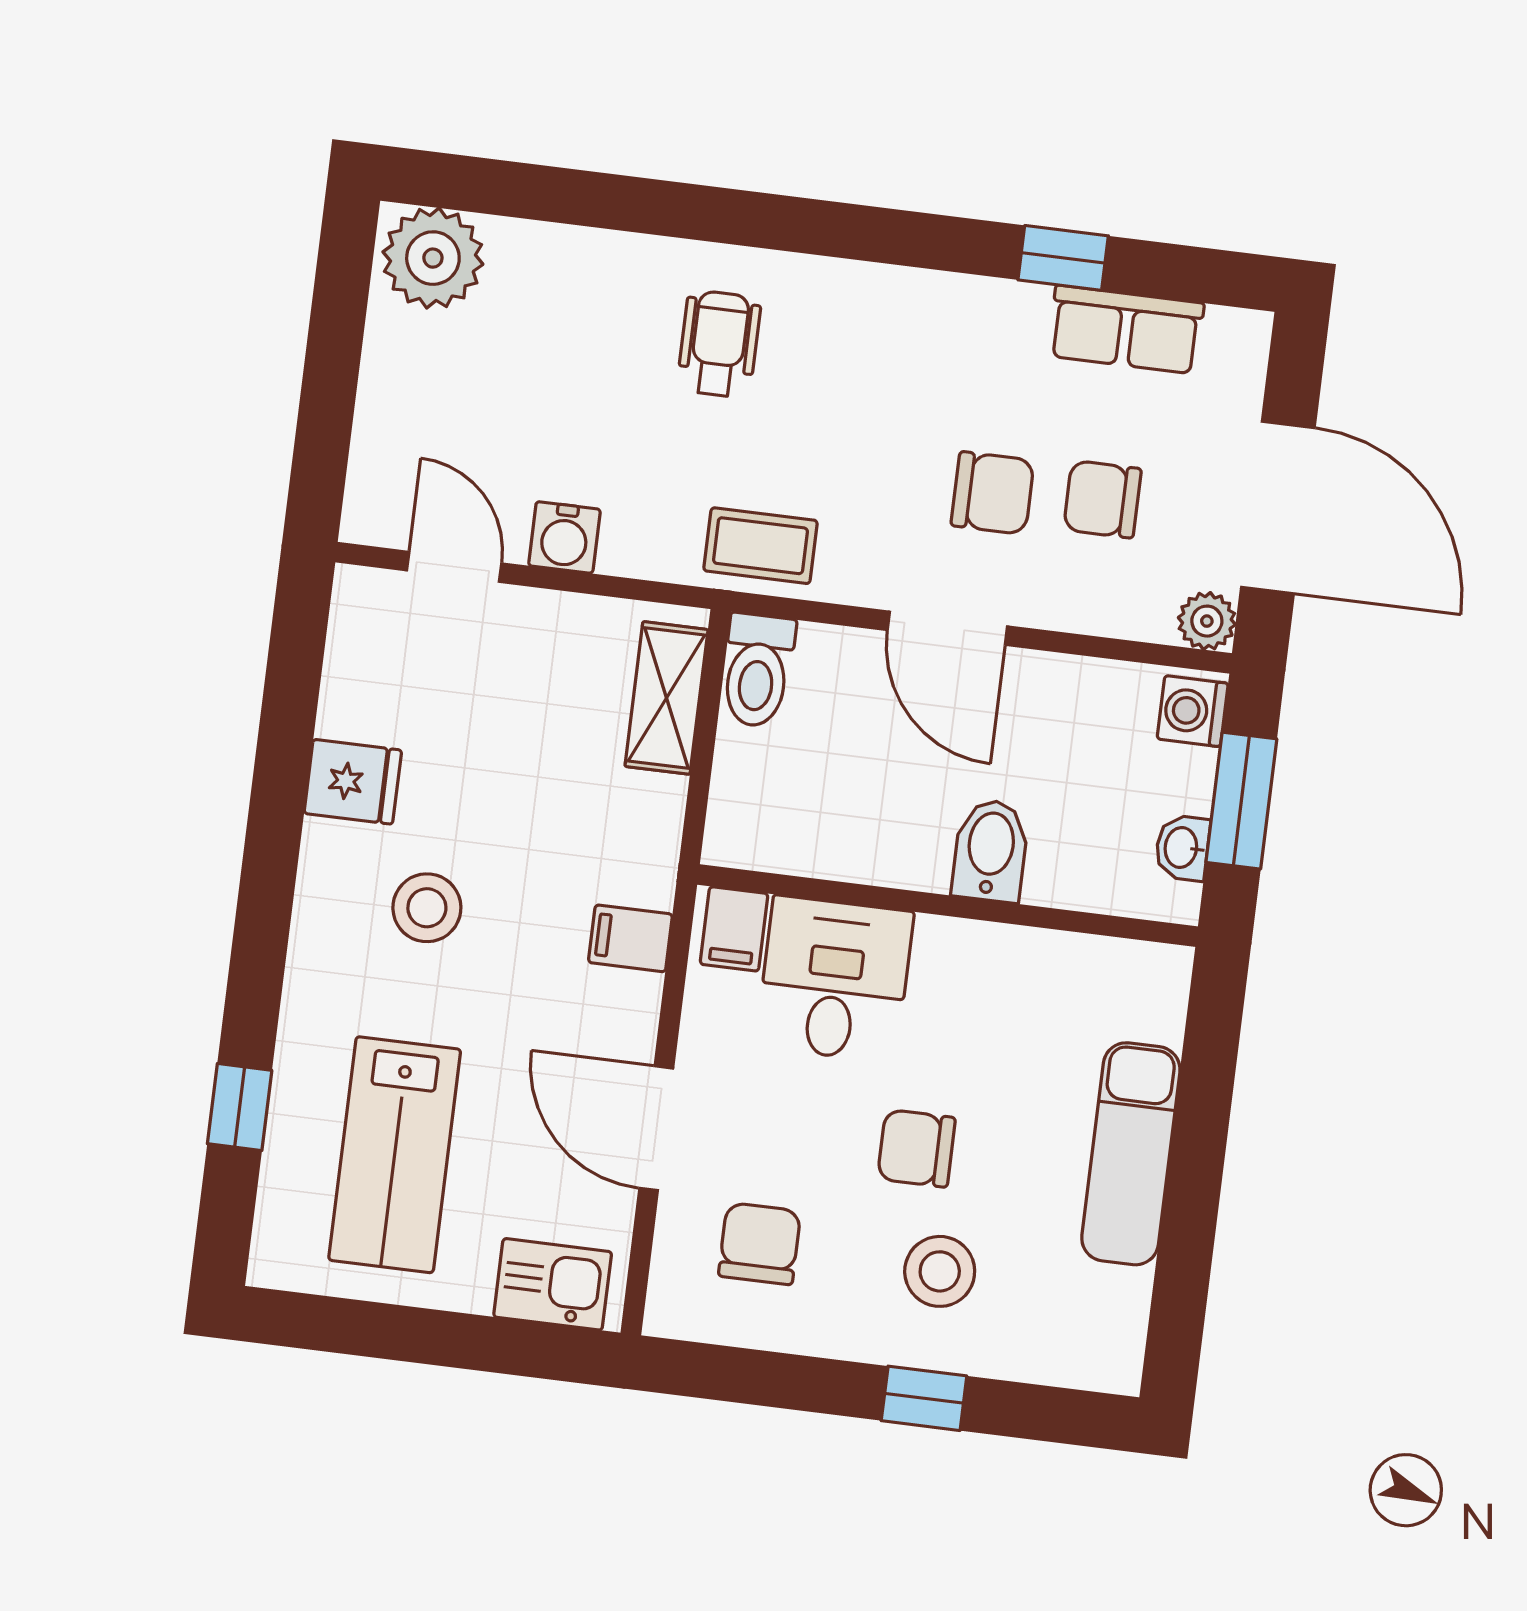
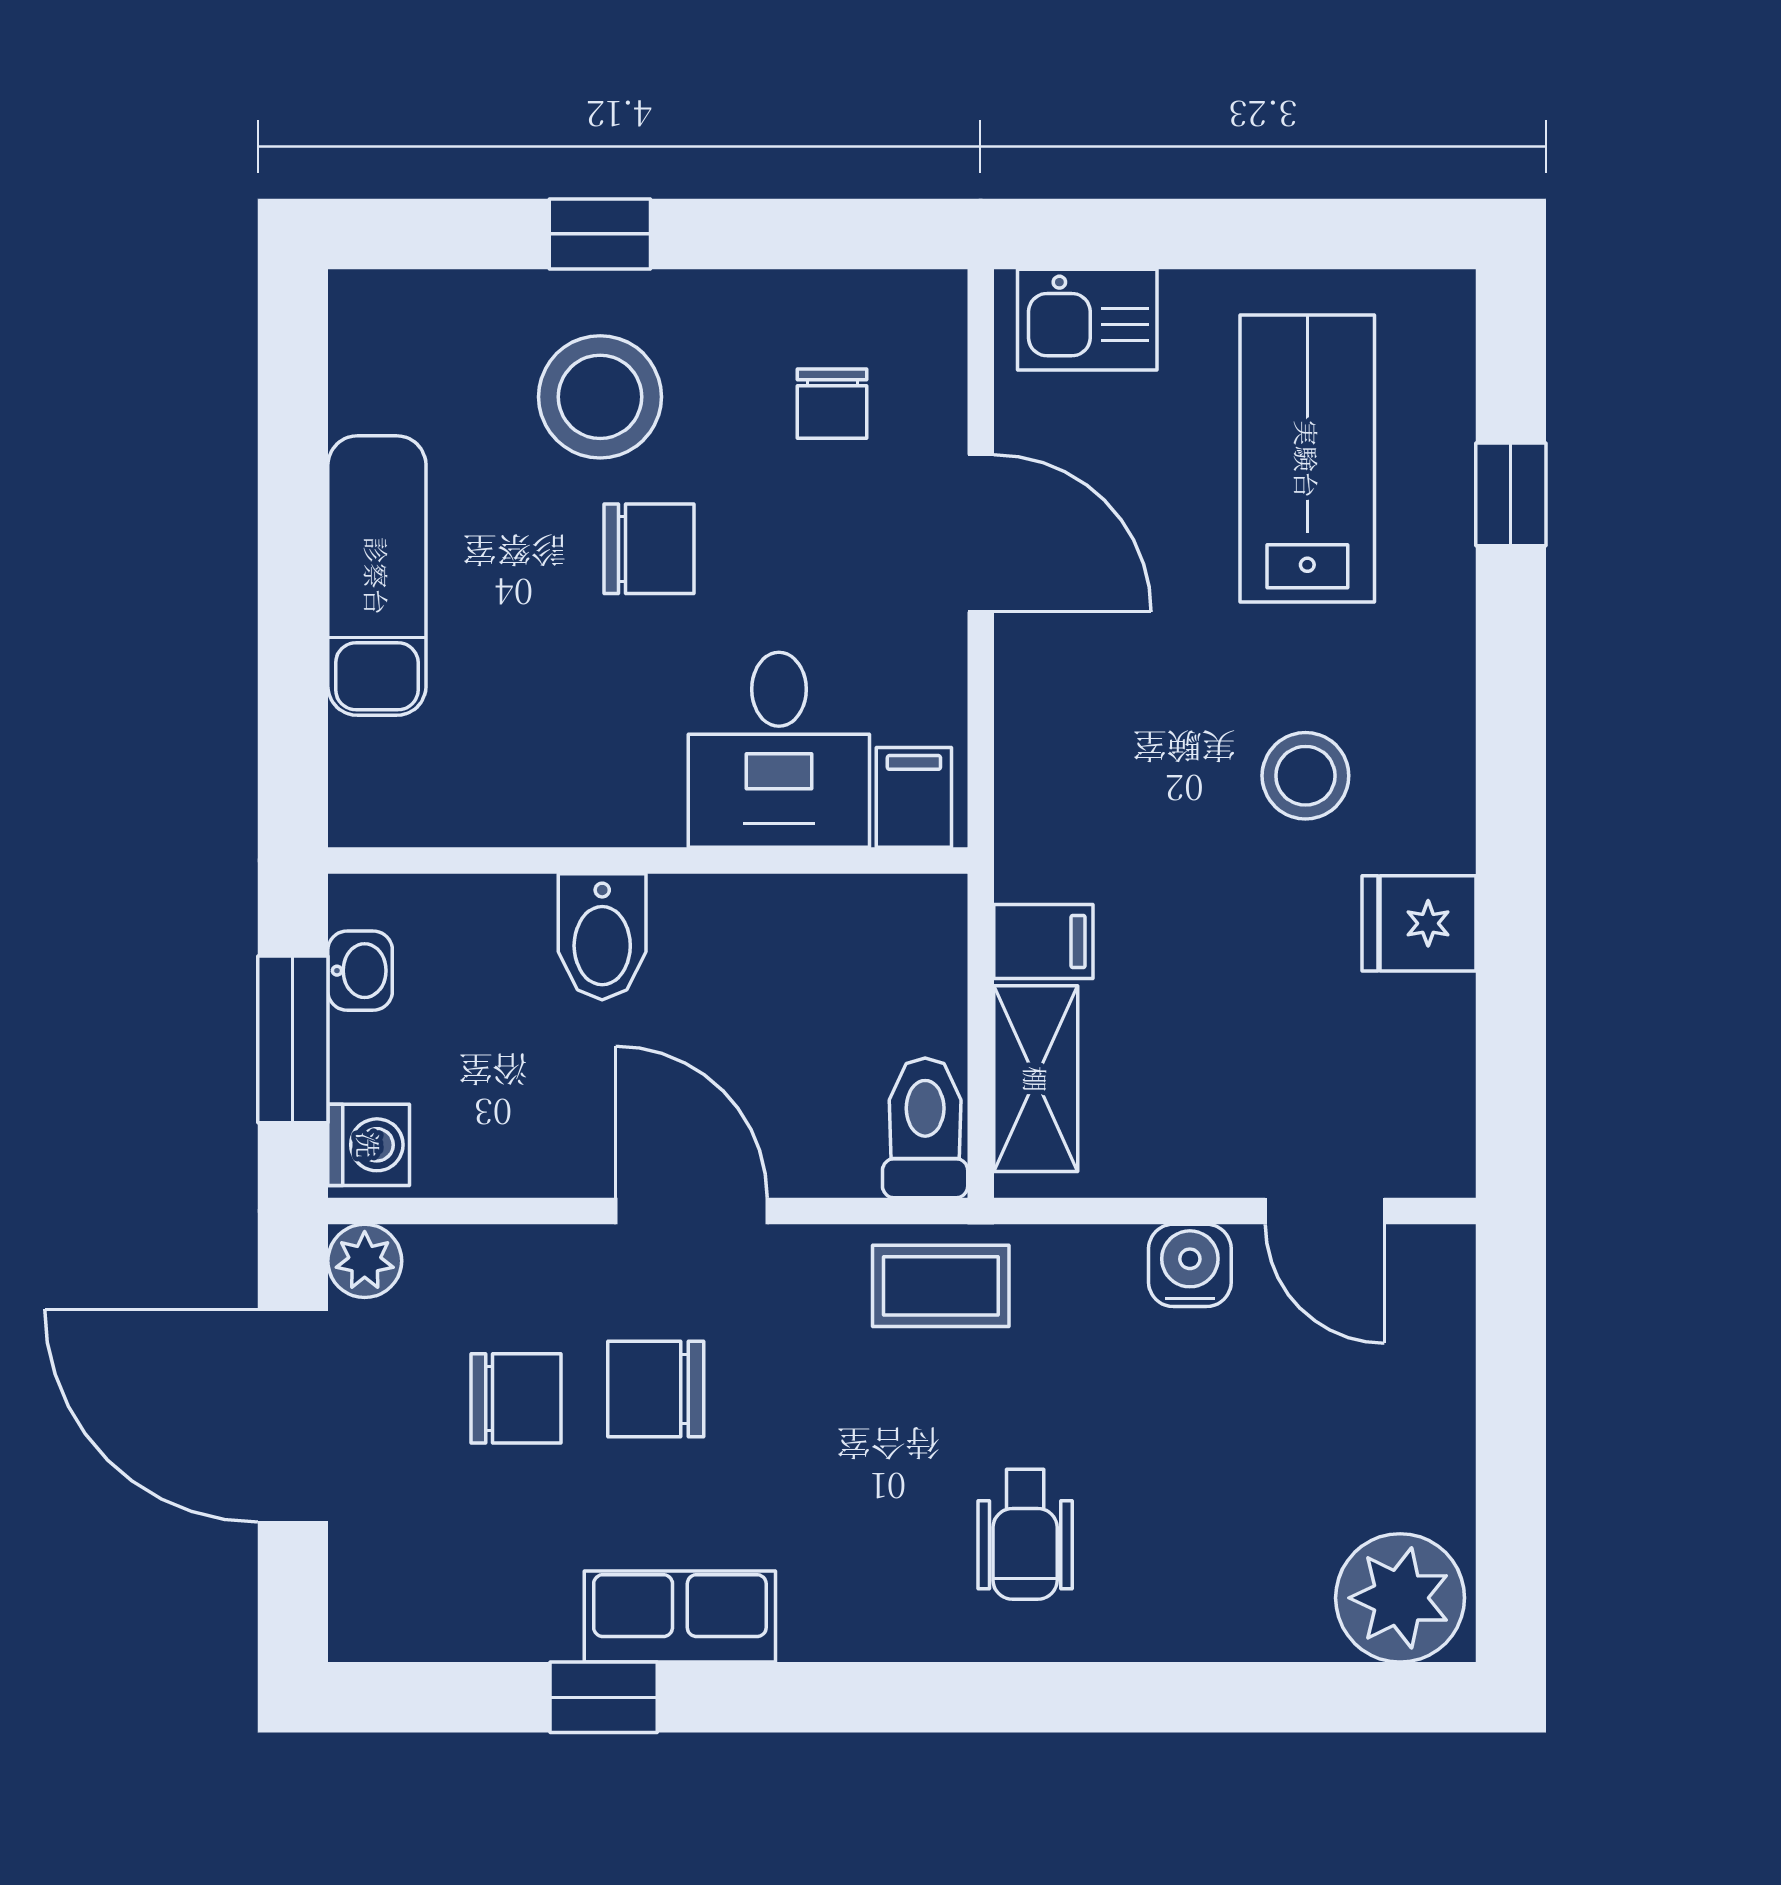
row of seats: (1126, 330) -> (680, 1617), moved
filing cabinet: (630, 938) -> (1043, 942), moved
chair: (760, 1244) -> (832, 404), width x0.73, depth x0.73
stool: (940, 1271) -> (600, 397), width x1.38, depth x1.38

